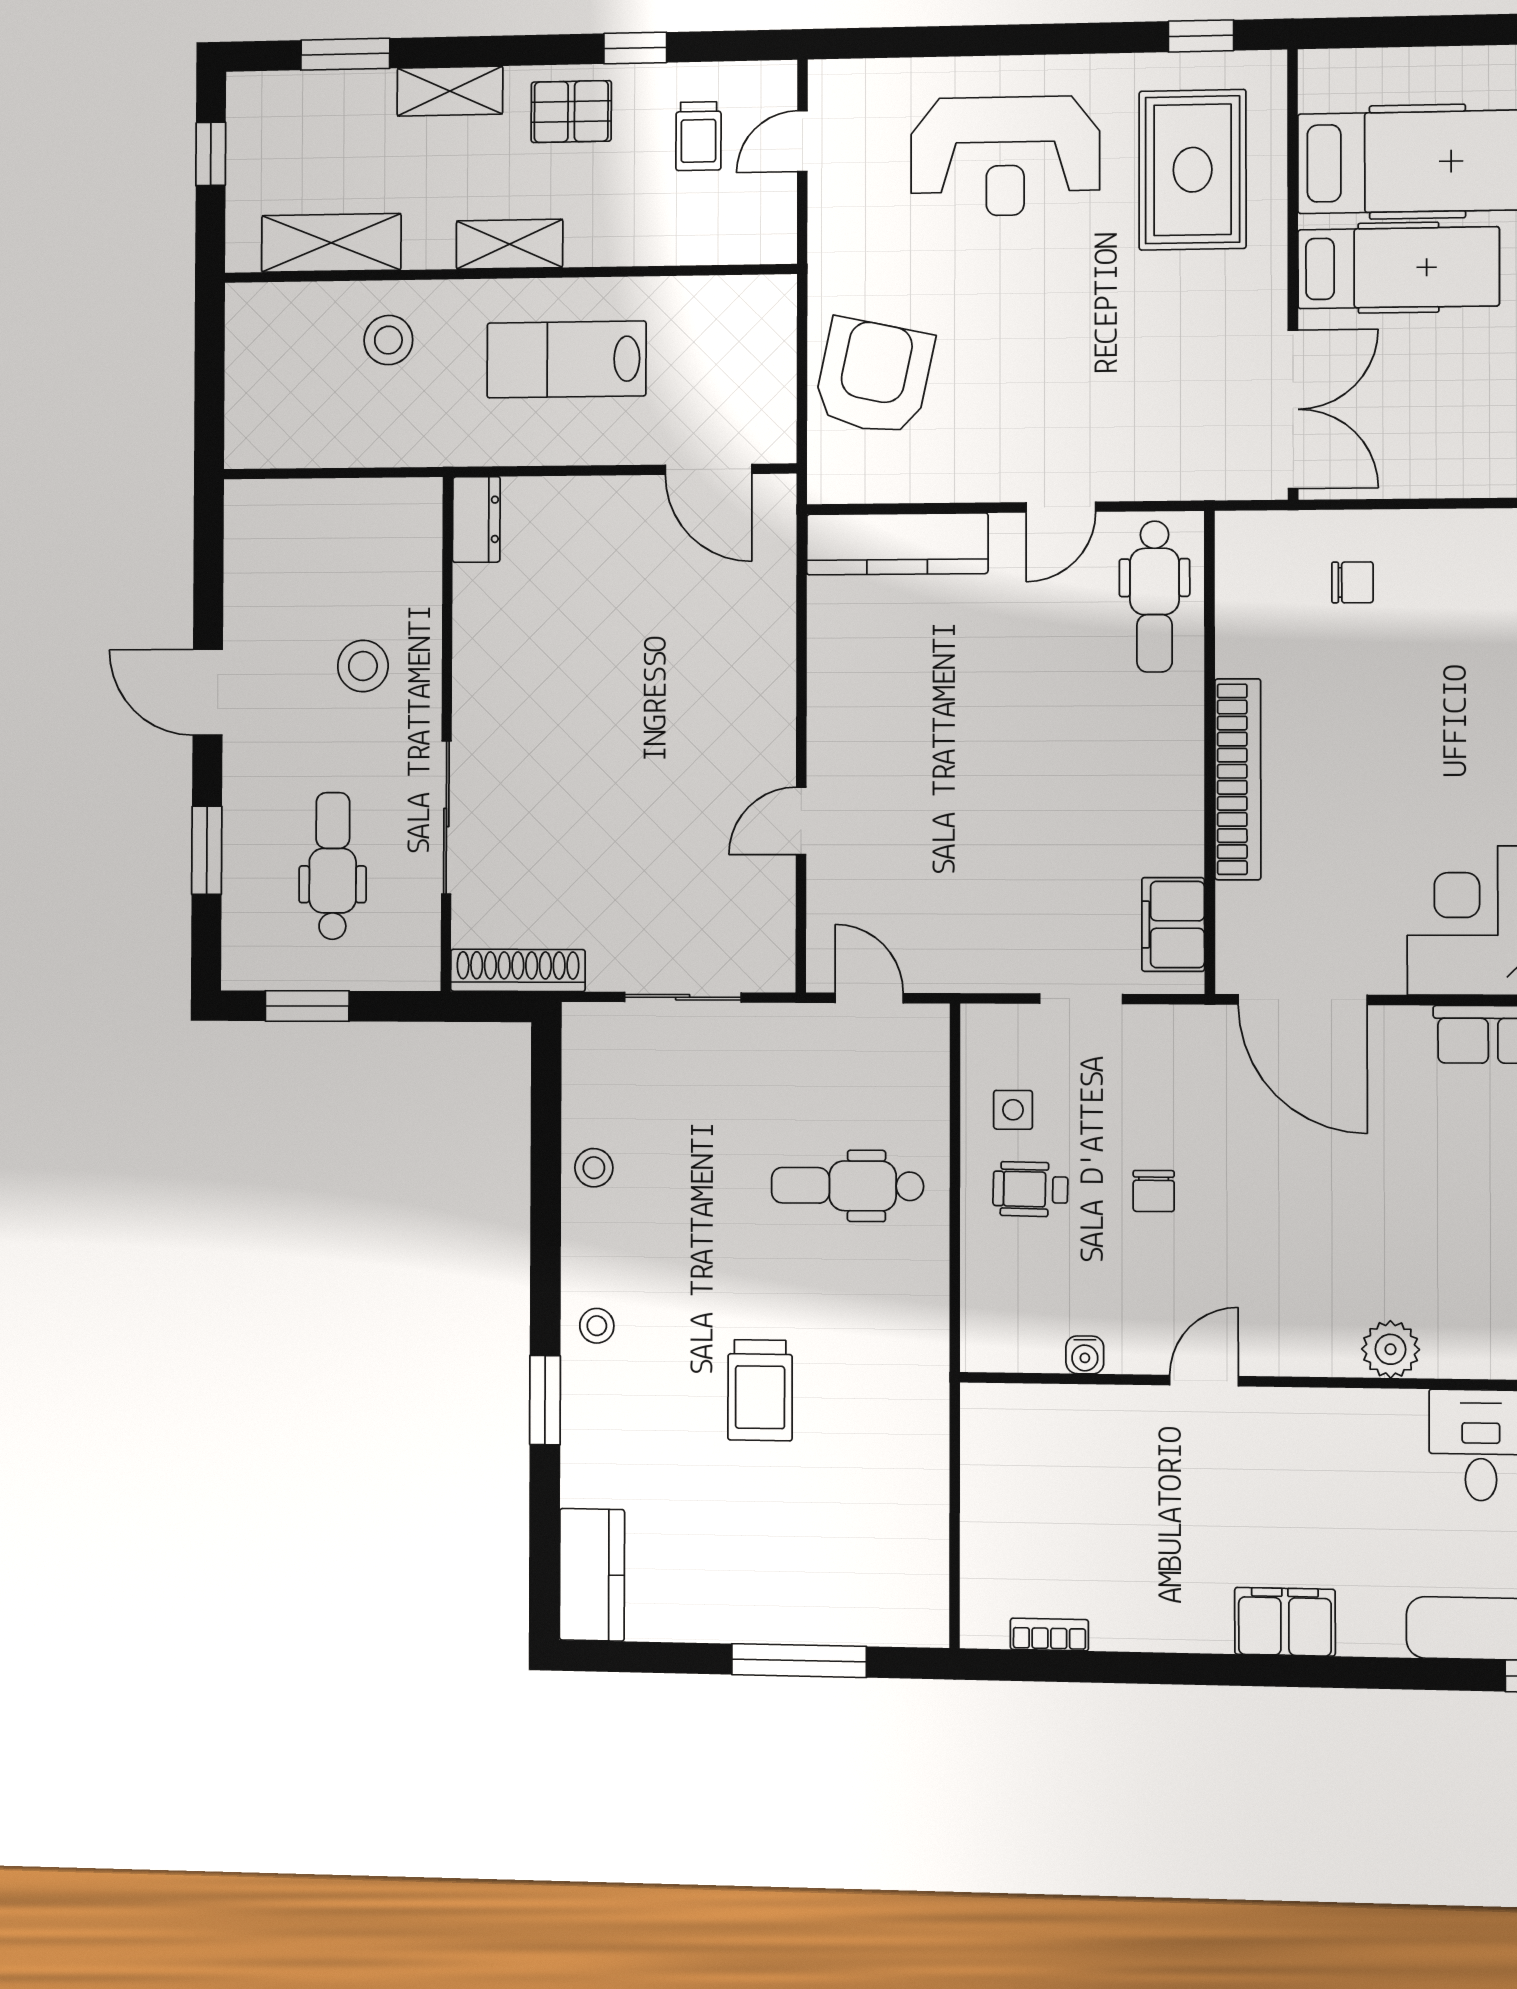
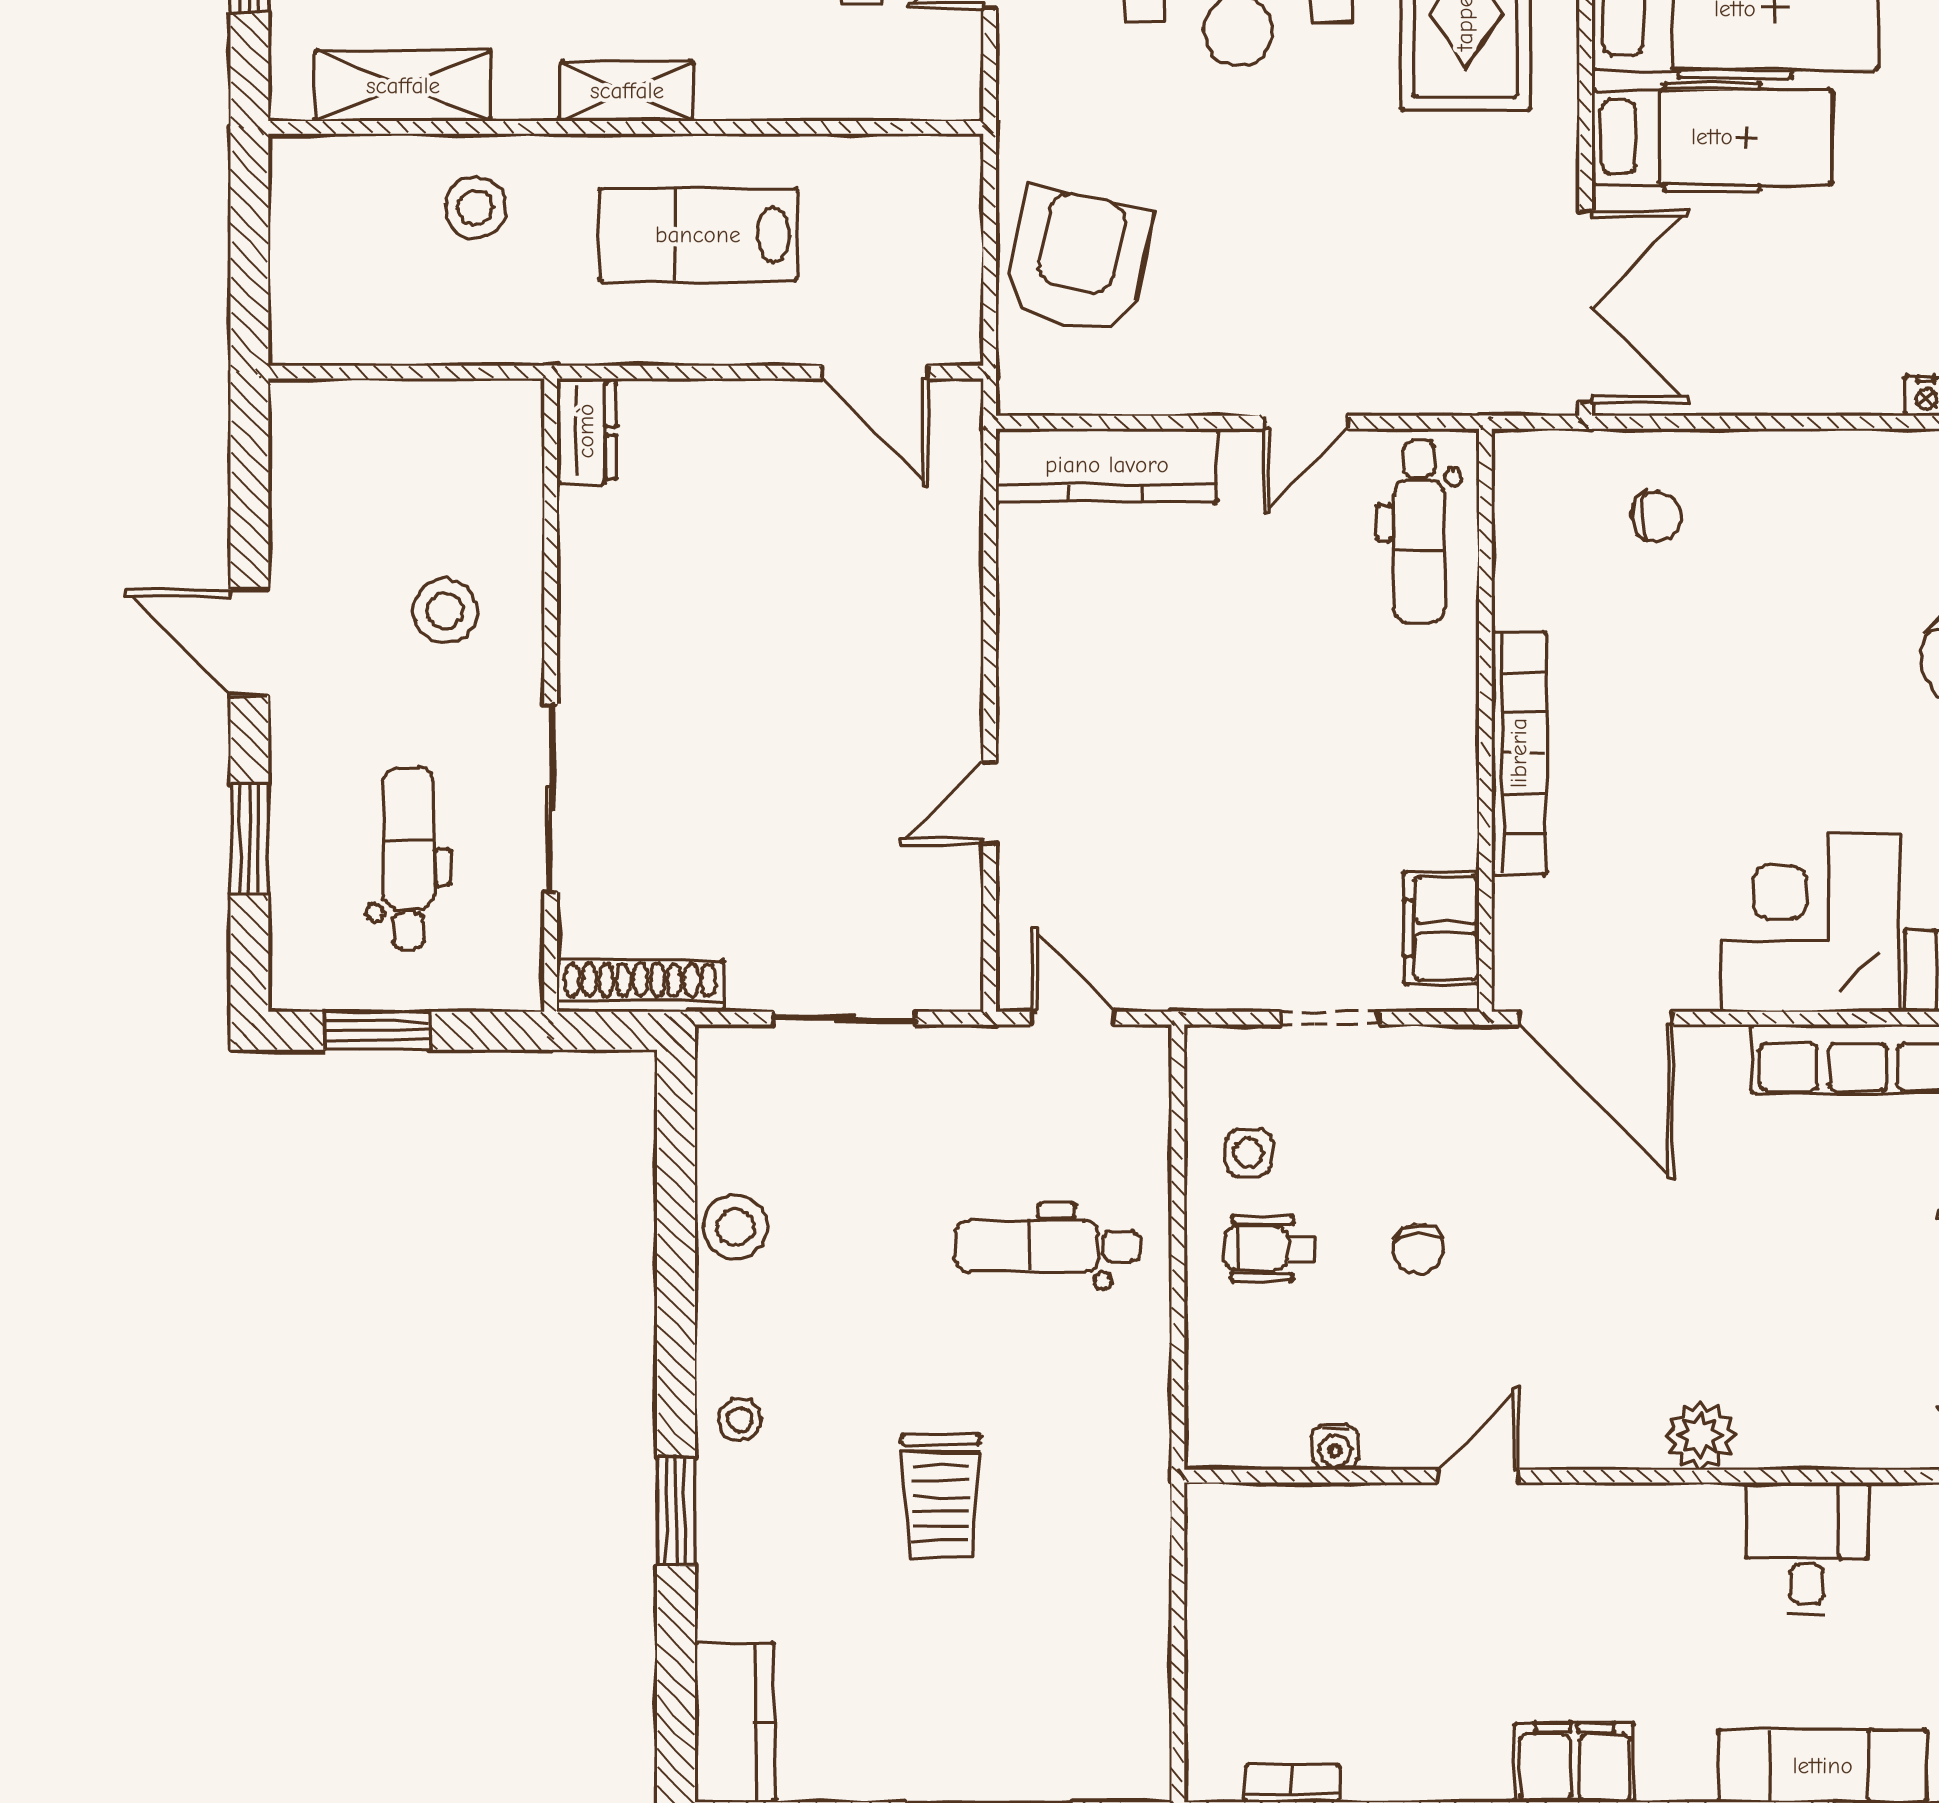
stool: (594, 1168) -> (736, 1227), width x1.37, depth x1.37

